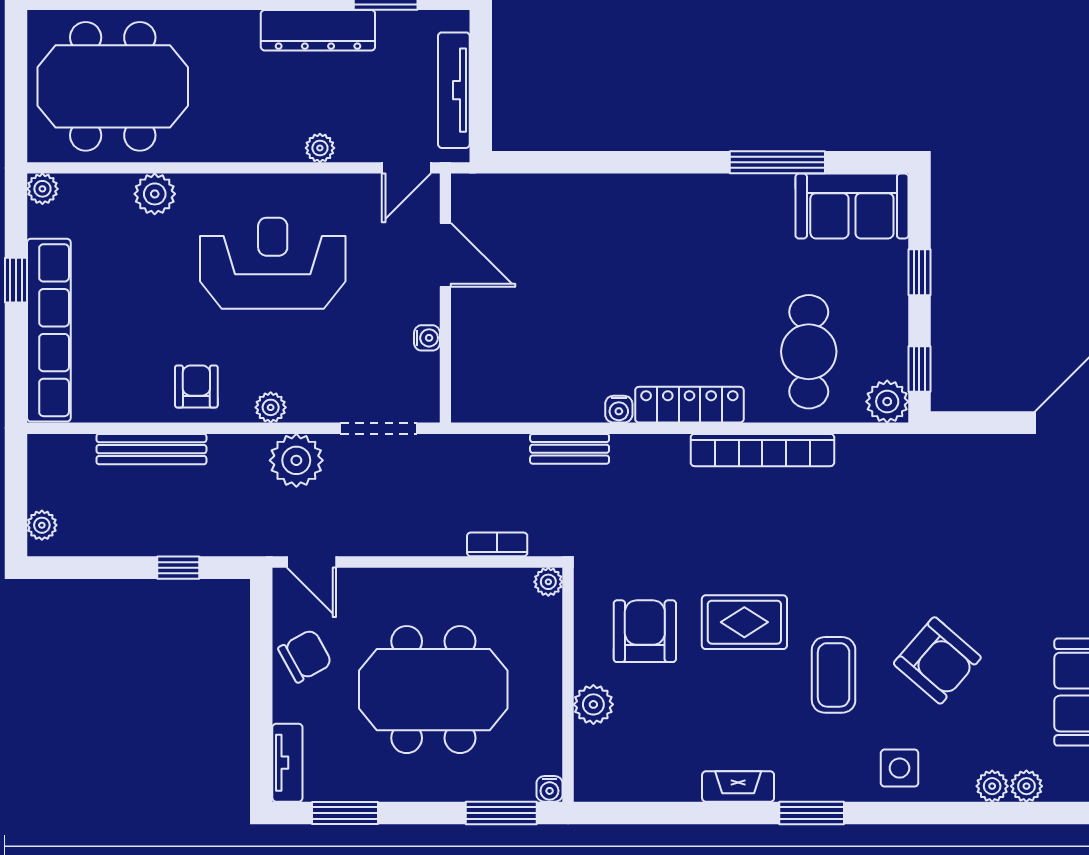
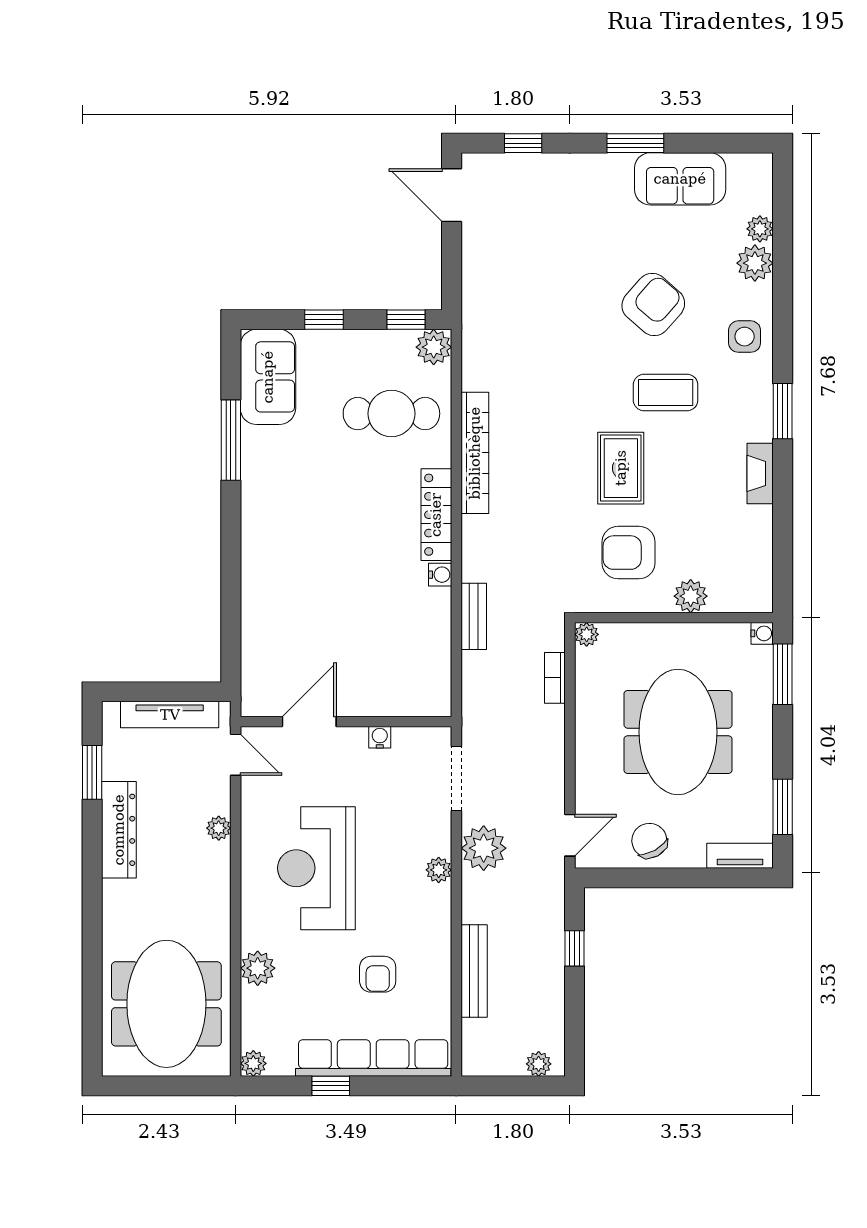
armchair: (196, 386) -> (378, 974), moved, turned -90
plant: (992, 786) -> (755, 263), width x1.38, depth x1.38

